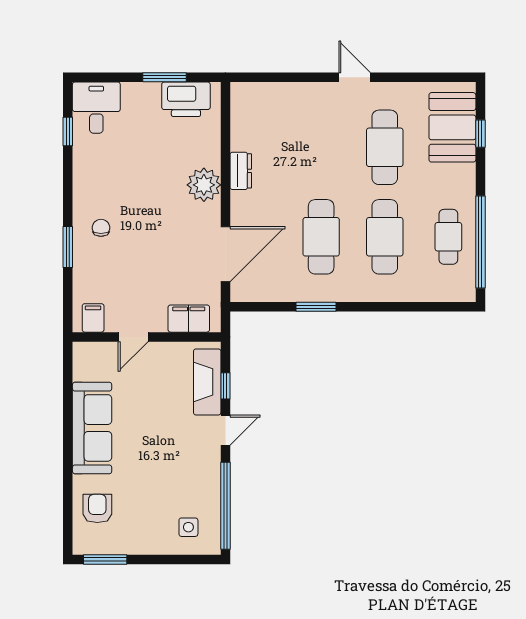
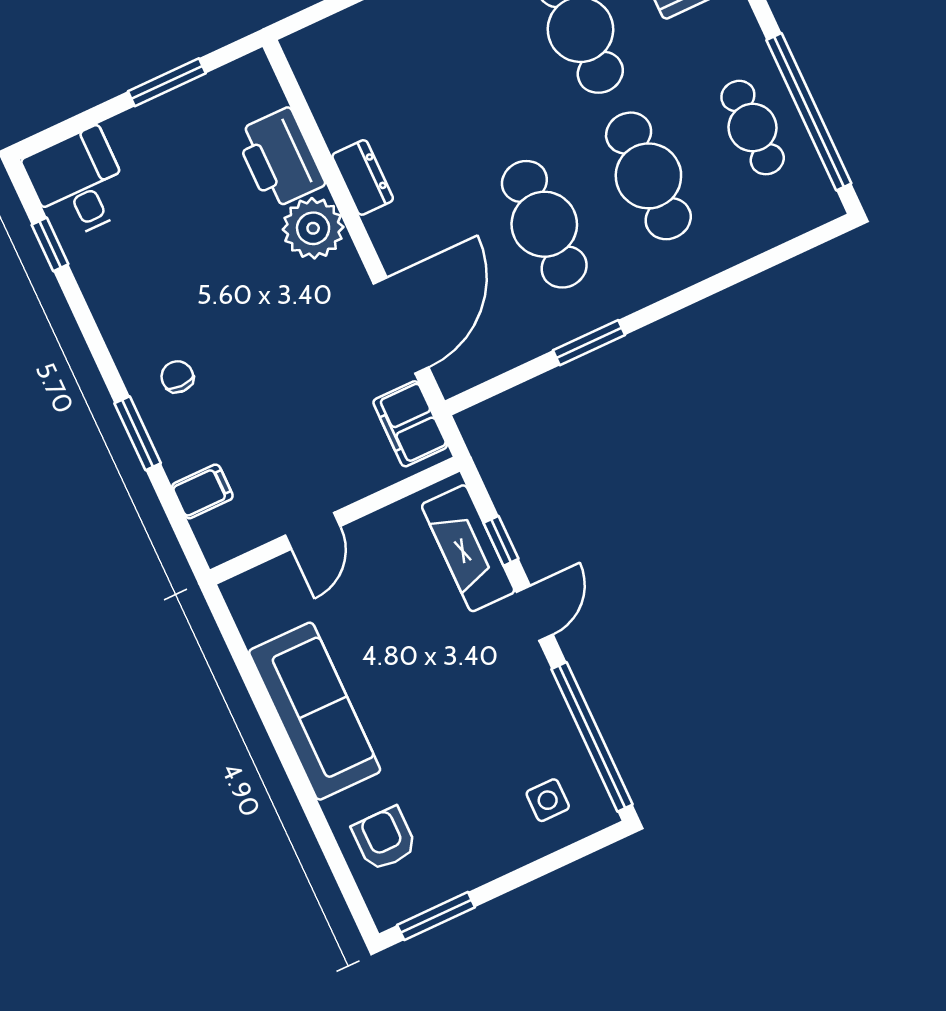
printer: (186, 99) -> (280, 158), moved, turned 90
filing cabinet: (93, 318) -> (202, 491), moved, turned 90
filing cabinet: (189, 319) -> (410, 424), moved, turned -90

